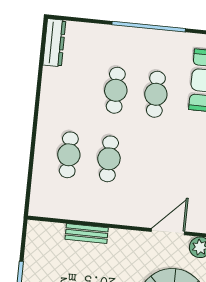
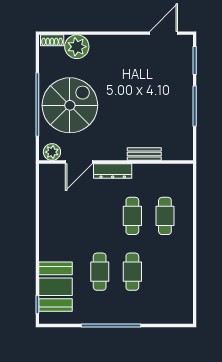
dresser: (54, 43) -> (113, 171), moved, turned -90

